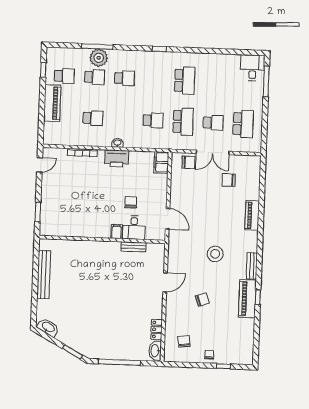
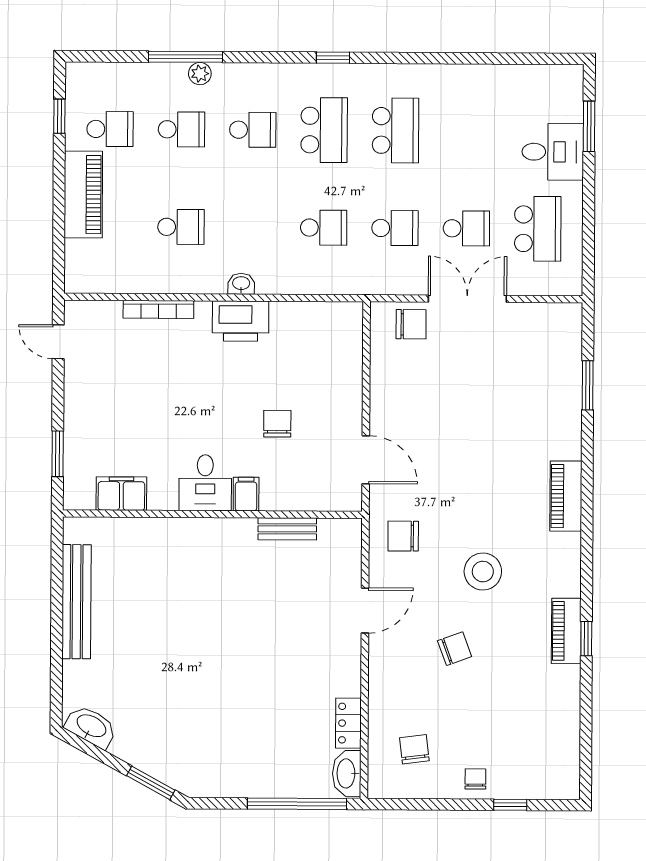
plant: (99, 58) -> (200, 74), width x0.53, depth x0.53
desk: (252, 68) -> (553, 152), moved, turned 90
school desk: (155, 79) -> (324, 130), added
window: (266, 81) -> (589, 126), width x0.69
school desk: (183, 122) -> (395, 228), width x0.54
double door: (213, 152) -> (467, 299), swing flipped
filing cabinet: (161, 162) -> (121, 494), moved, turned 90
door: (40, 165) -> (58, 342), swing flipped
chair: (229, 180) -> (403, 536), moved
window: (262, 191) -> (588, 385), added
piano: (252, 215) -> (566, 496), moved
desk: (134, 228) -> (205, 483), moved
stool: (215, 254) -> (483, 572), moved
bench: (252, 266) -> (569, 565), removed
piano: (247, 299) -> (566, 631), width x0.73, depth x0.75
window: (119, 362) -> (297, 804), moved

